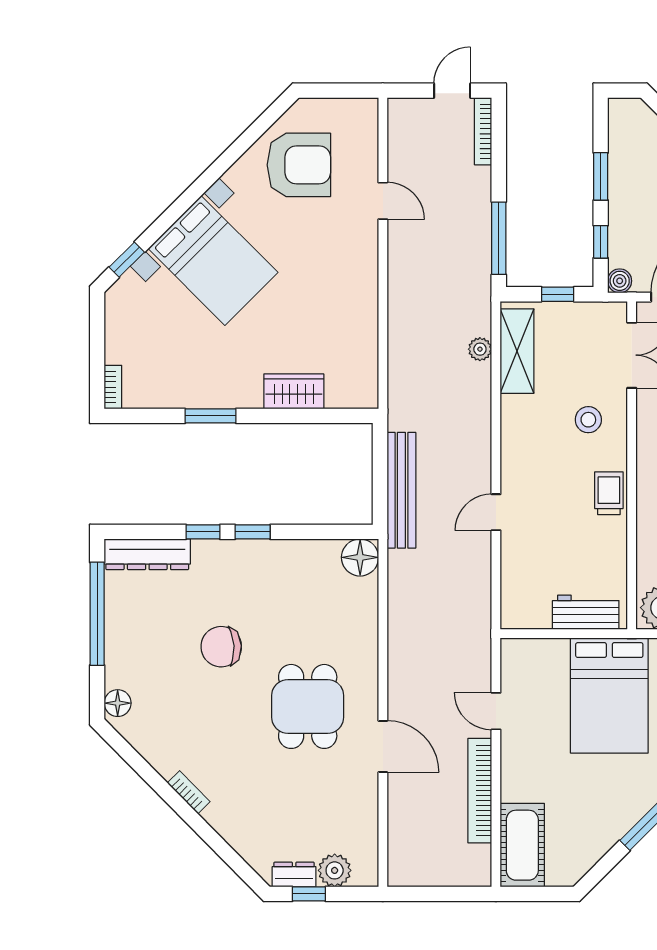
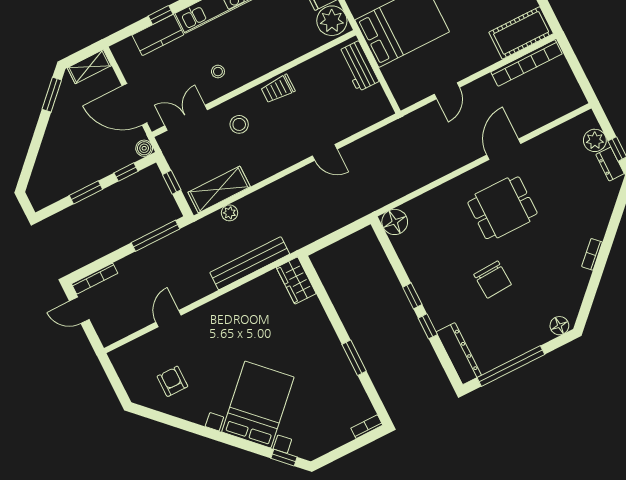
armchair: (299, 165) -> (172, 381), width x0.53, depth x0.53
wardrobe: (294, 391) -> (296, 281), moved
bench: (401, 490) -> (250, 263), moved
bookcase: (480, 791) -> (526, 63), moved

